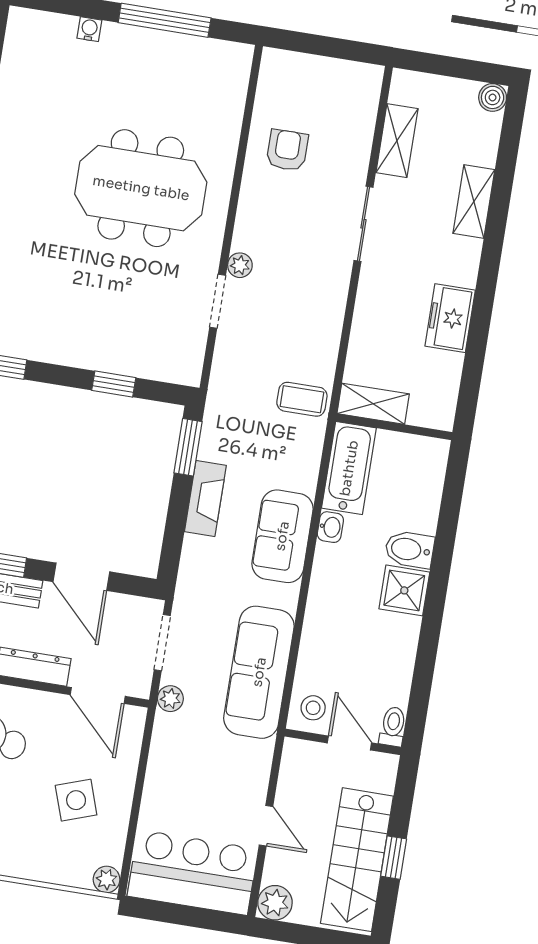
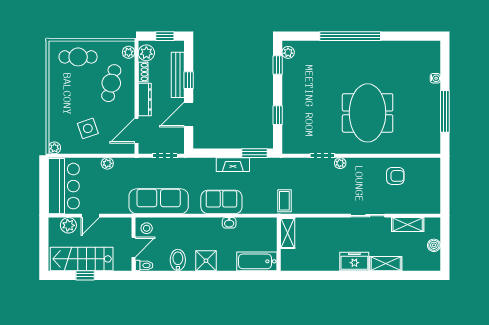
boiler: (493, 97) -> (434, 245), moved
freezer: (450, 318) -> (354, 261), moved
bathtub: (349, 468) -> (257, 261), moved, turned 180
bidet: (409, 549) -> (178, 260), moved
plant: (170, 699) -> (107, 163), moved
plant: (275, 903) -> (68, 225), moved

